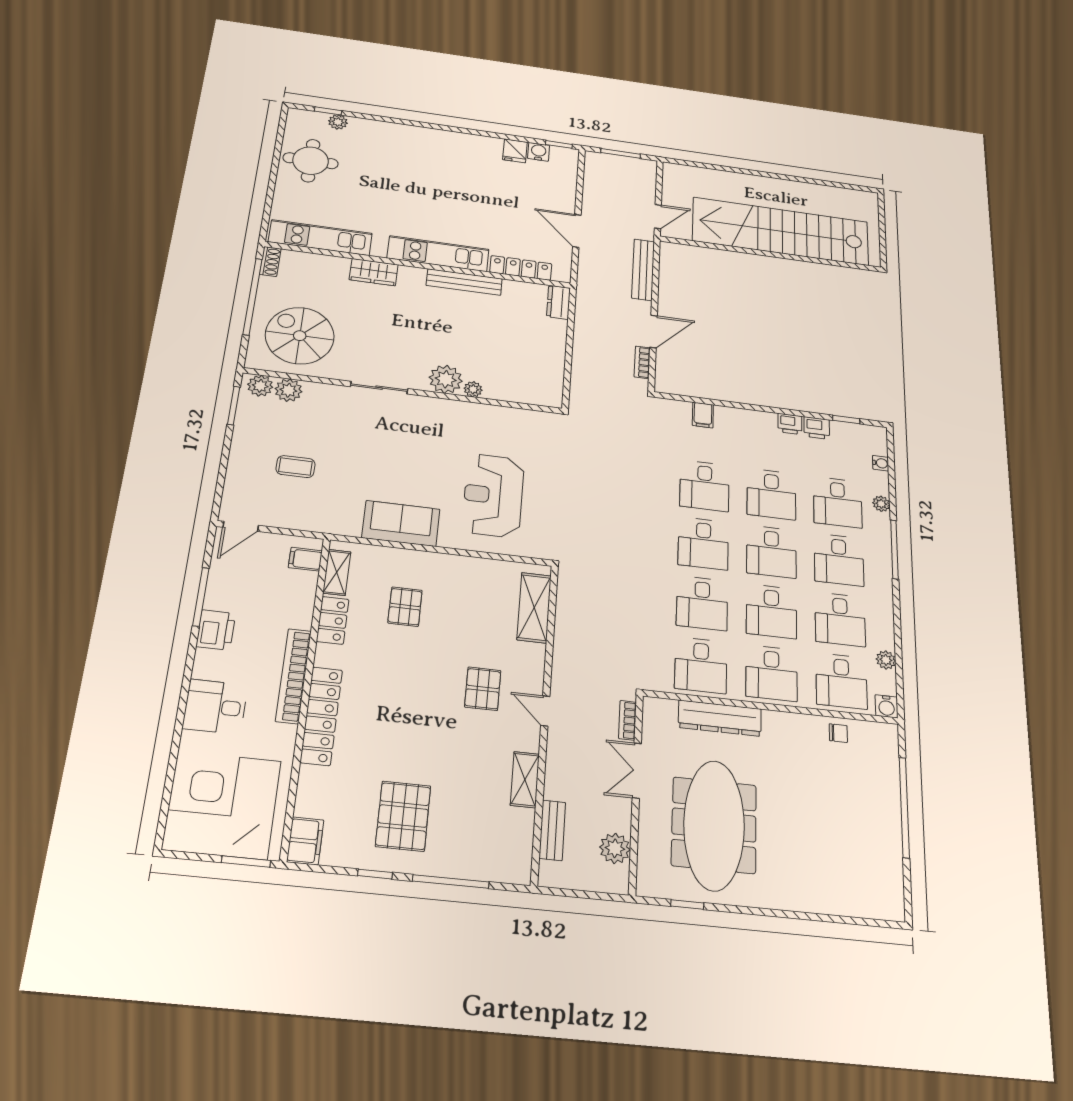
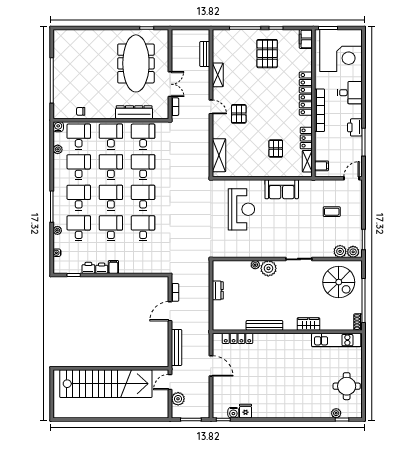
kitchen unit: (438, 254) -> (279, 340), removed
dresser: (558, 302) -> (218, 290), moved
filing cabinet: (703, 415) -> (113, 267), moved
plant: (615, 848) -> (178, 399), moved

